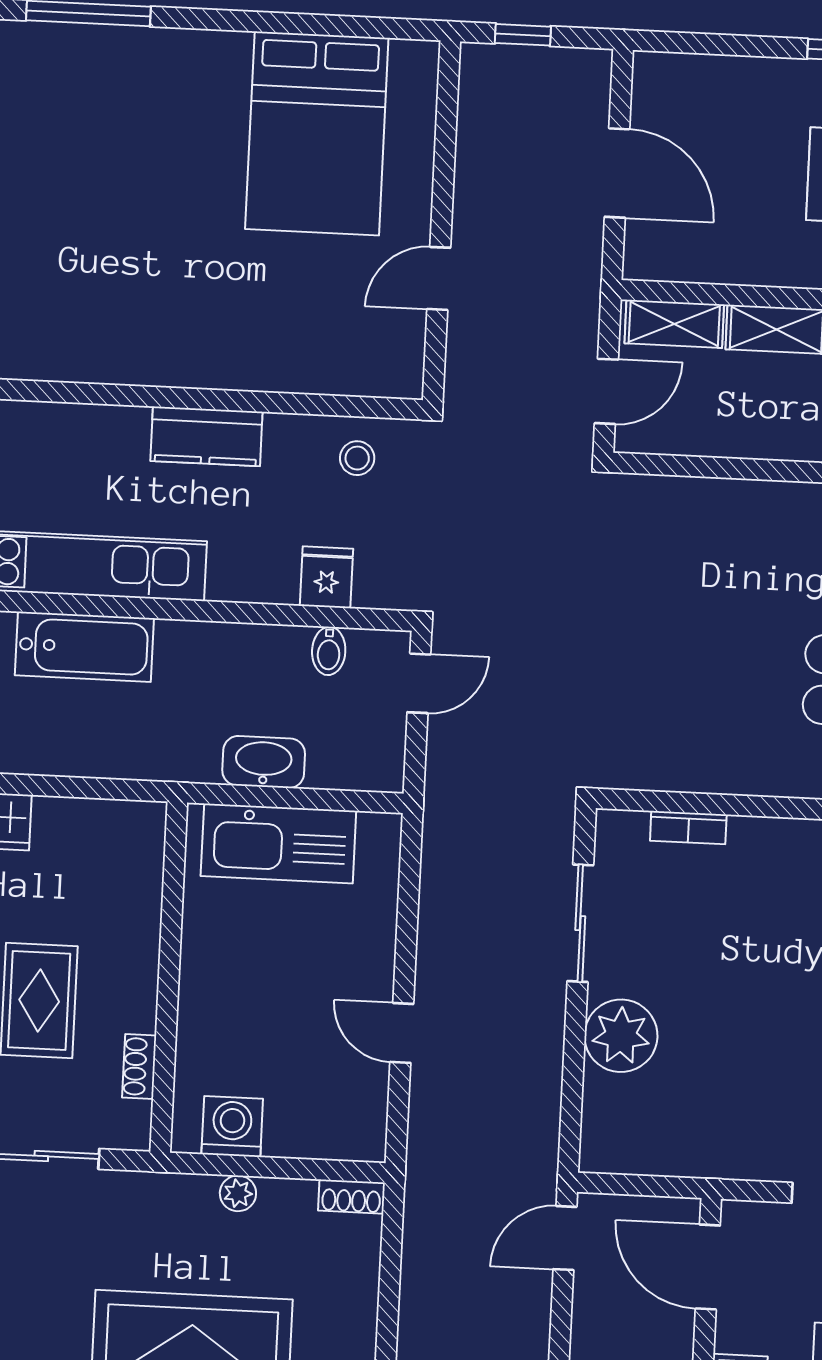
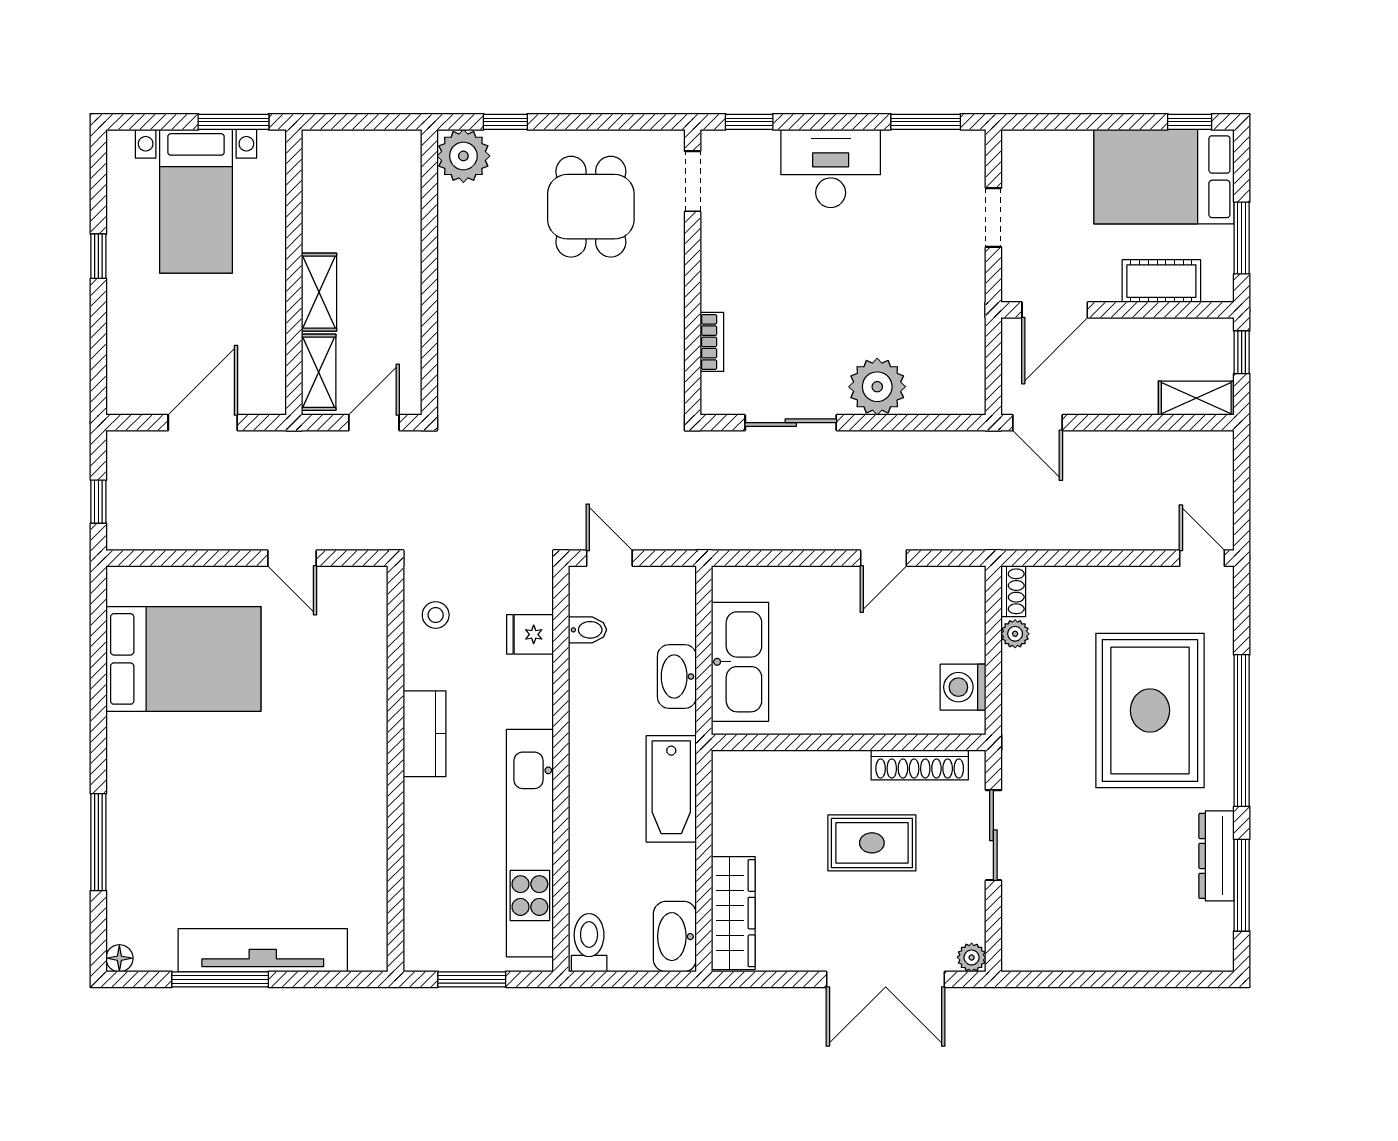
door: (606, 391) -> (374, 423), hinge flipped
bathtub: (84, 647) -> (671, 789), moved, turned 180
shoe rack: (139, 1067) -> (920, 765), width x1.94, depth x1.24
plant: (238, 1193) -> (1015, 634), moved

